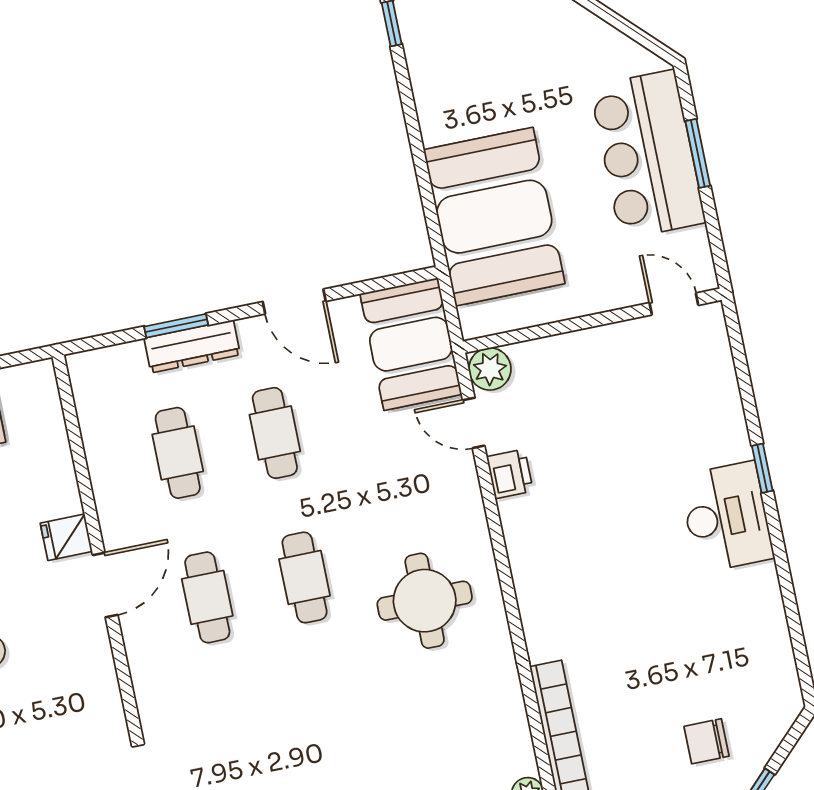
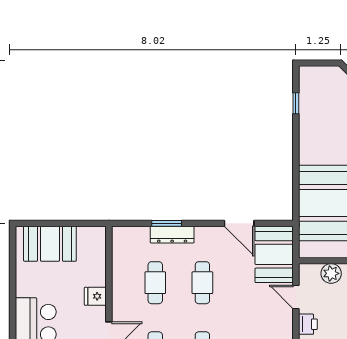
door: (294, 301) -> (239, 223), moved
plant: (490, 369) -> (331, 273), moved
fridge: (66, 537) -> (95, 296), moved

